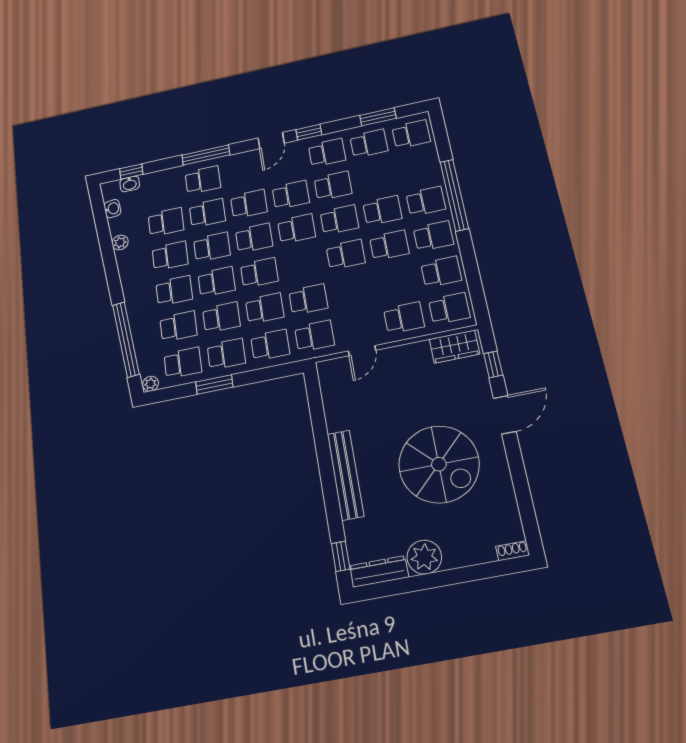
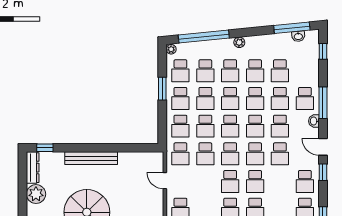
washbasin: (130, 184) -> (314, 121), moved
school desk: (333, 186) -> (230, 154), moved
window: (101, 220) -> (292, 28), added
plant: (120, 242) -> (239, 42), moved

